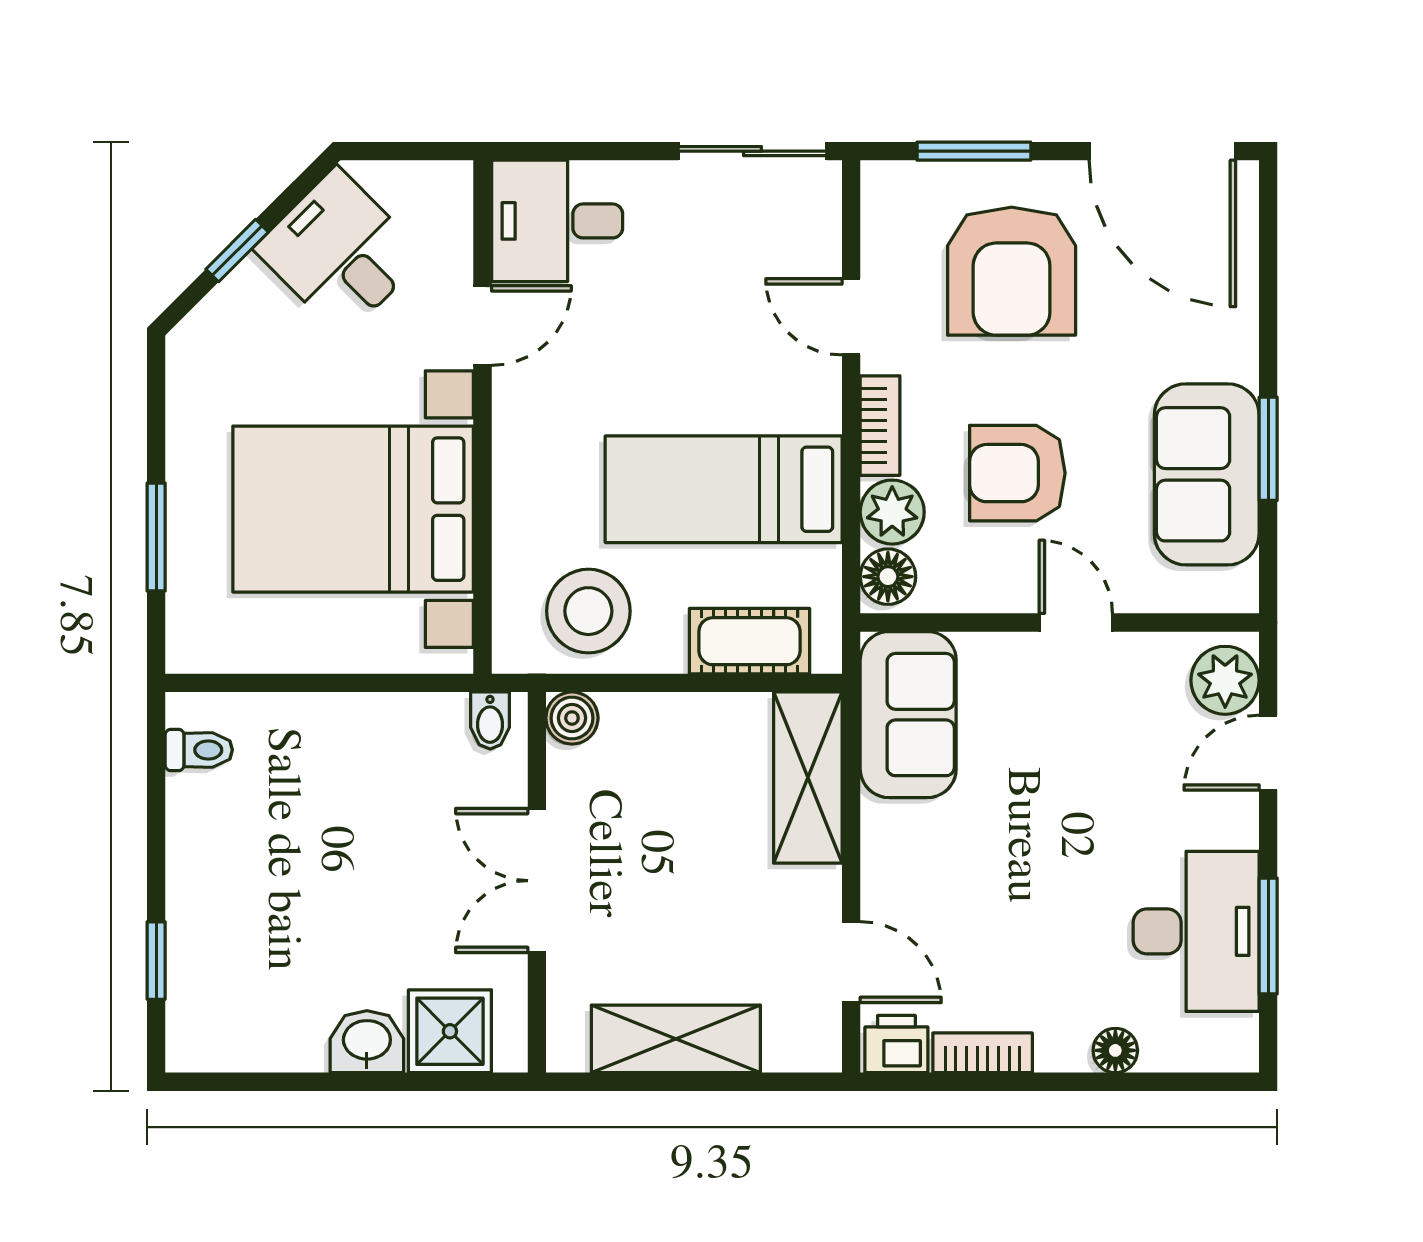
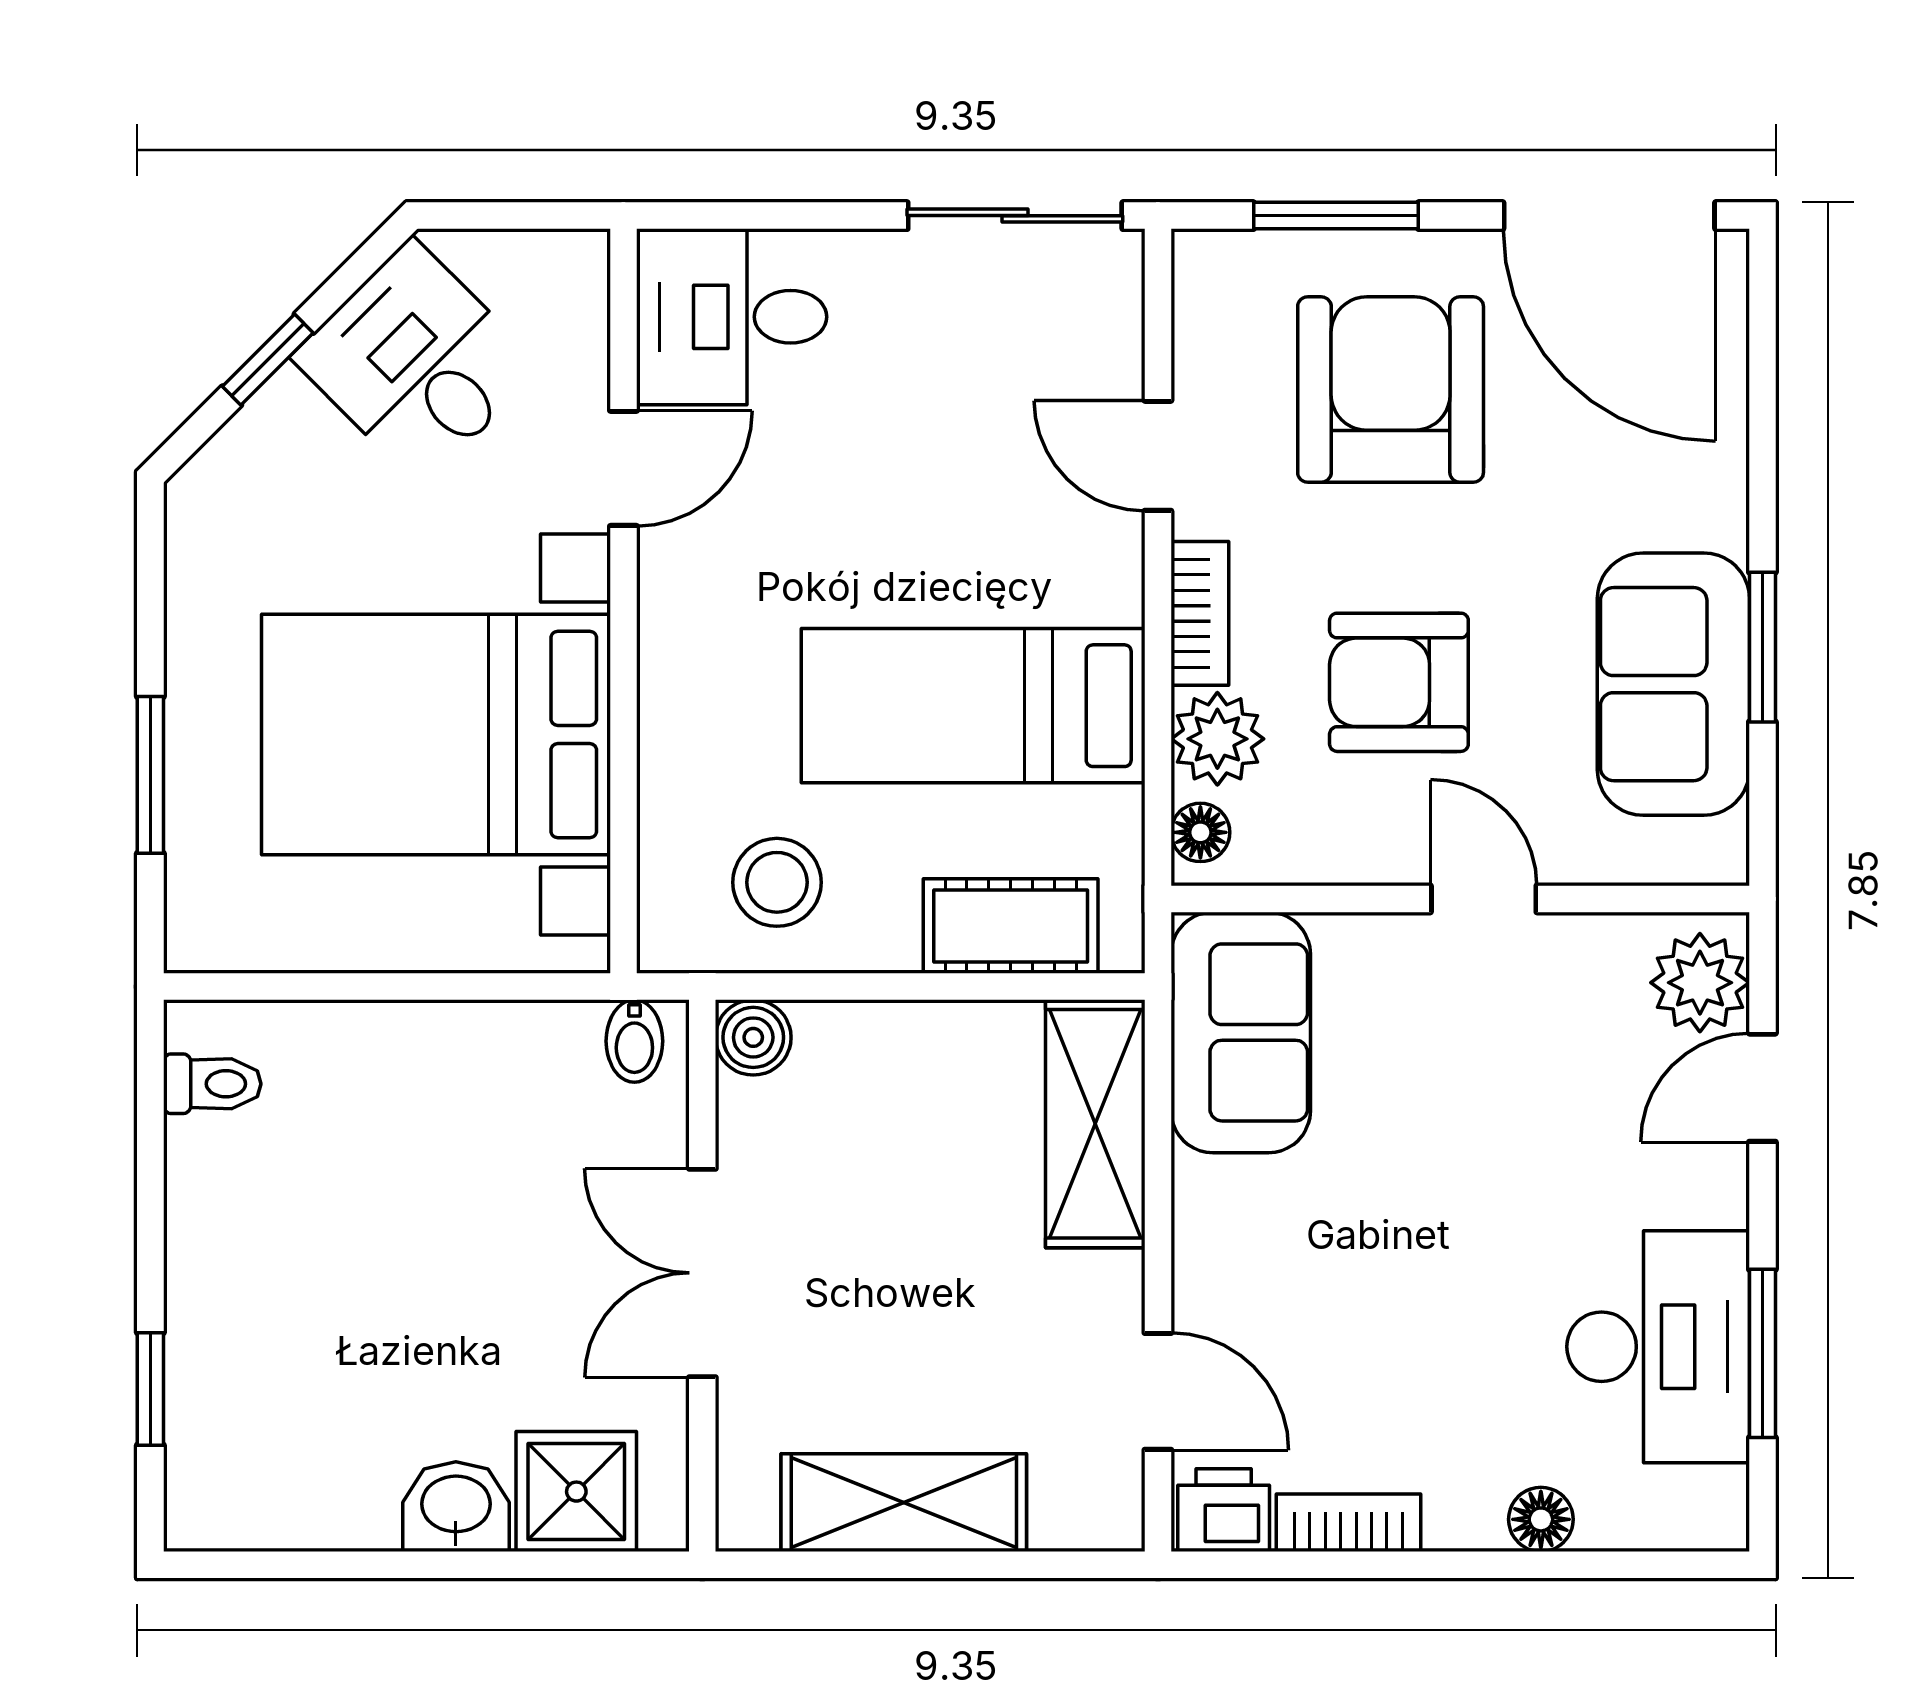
armchair: (1012, 271) -> (1391, 390), turned 180
floor lamp: (888, 577) -> (1200, 832), width x0.73, depth x0.73
stool: (588, 611) -> (777, 882), width x0.73, depth x0.73

